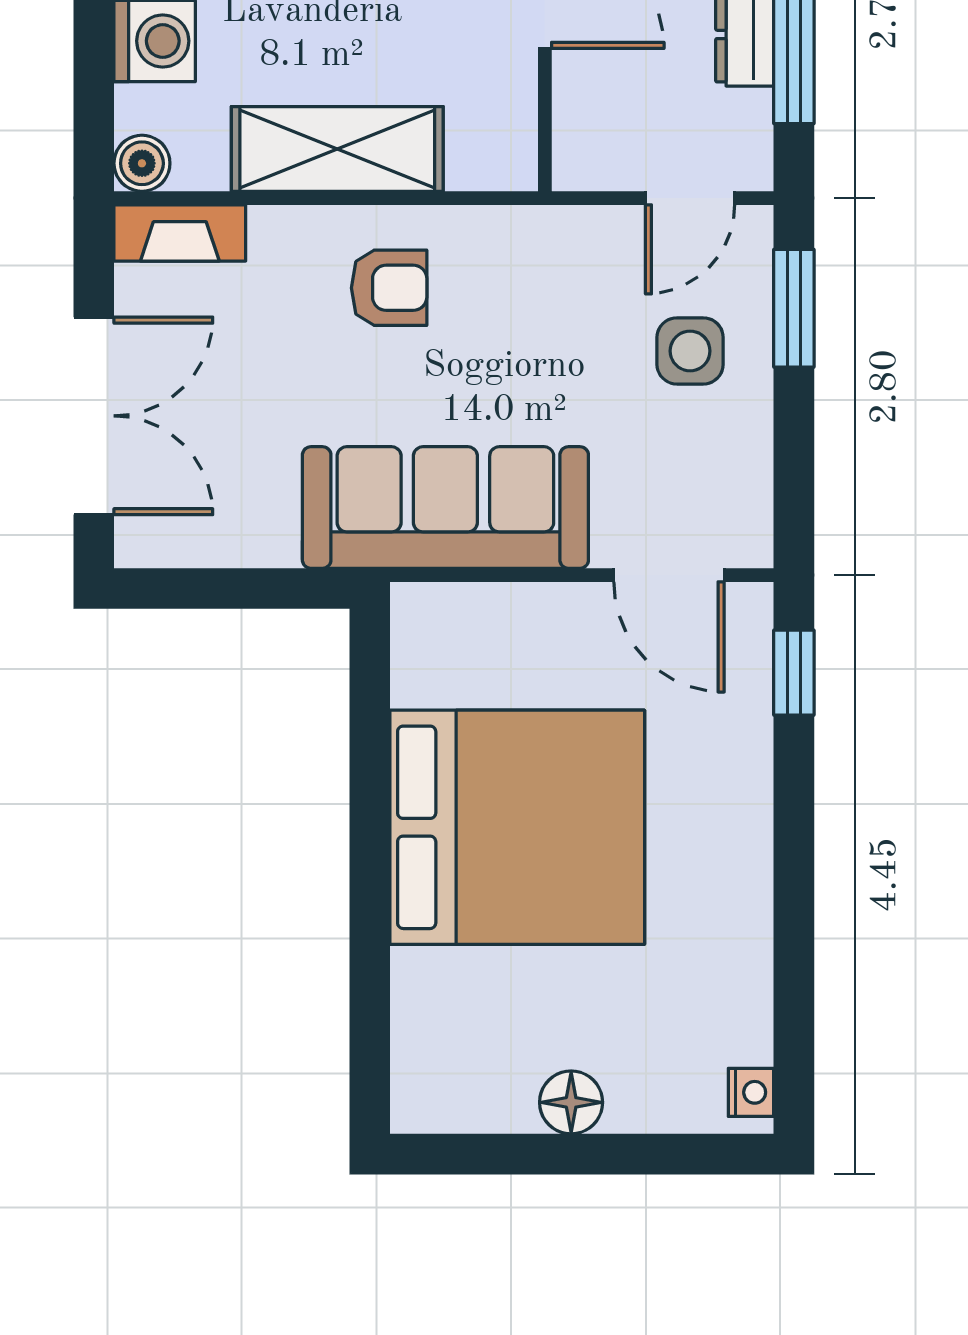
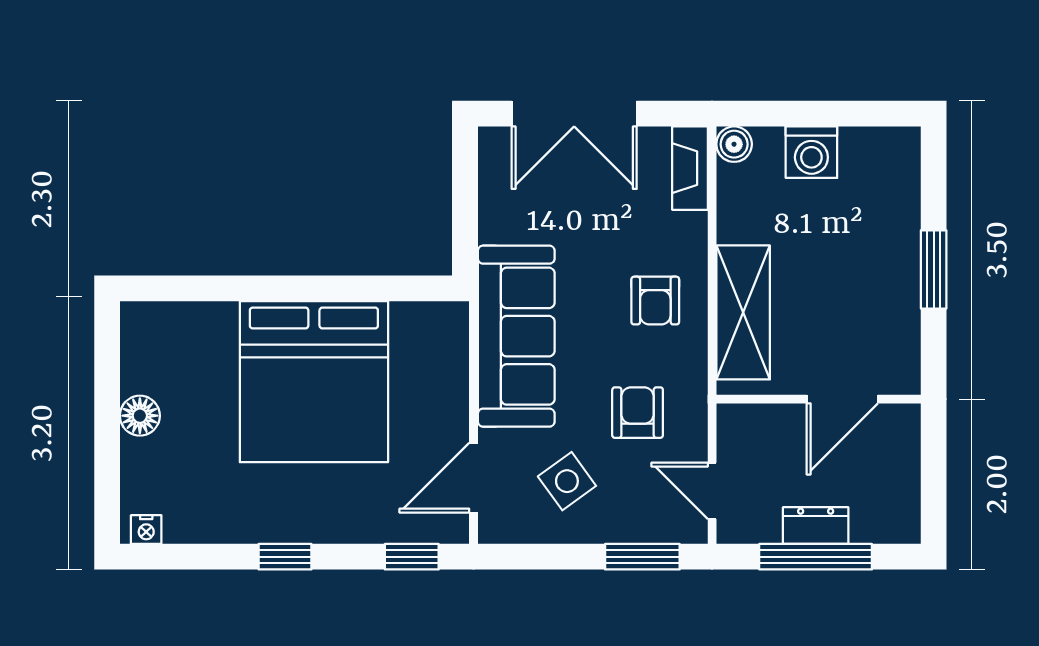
shelving: (337, 149) -> (743, 312), moved
armchair: (566, 316) -> (638, 413), added
side table: (690, 351) -> (567, 481), moved, turned -36
window: (794, 873) -> (285, 557), added

